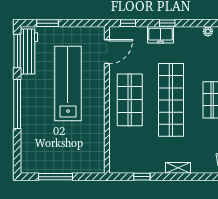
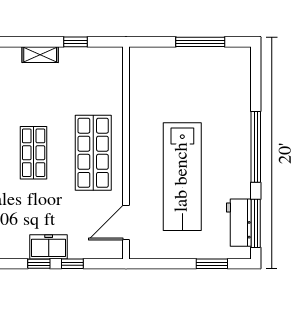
window: (128, 23) -> (72, 264), moved
workbench: (29, 52) -> (239, 223), width x0.73
shop shelf: (171, 100) -> (34, 153), width x0.50, depth x0.74
shelving: (178, 168) -> (40, 55), moved

